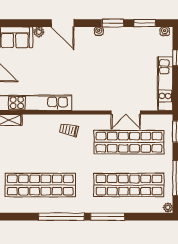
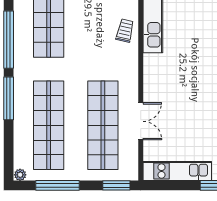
double door: (126, 112) -> (141, 121), swing flipped
trolley: (69, 130) -> (125, 31), moved

